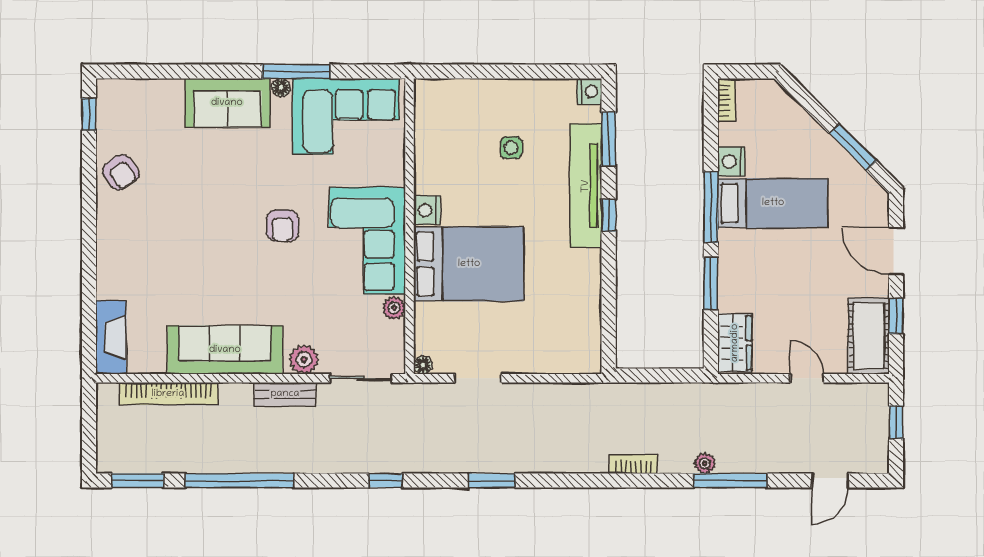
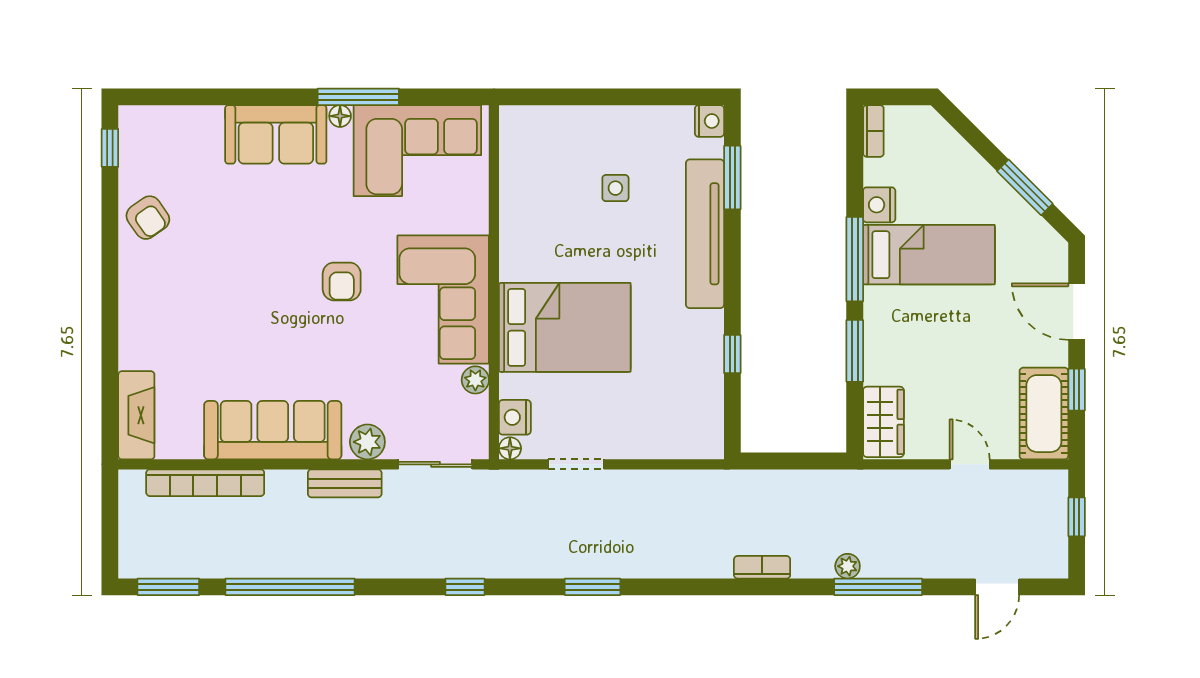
nightstand: (427, 210) -> (515, 417), moved
window: (609, 215) -> (732, 354), moved

